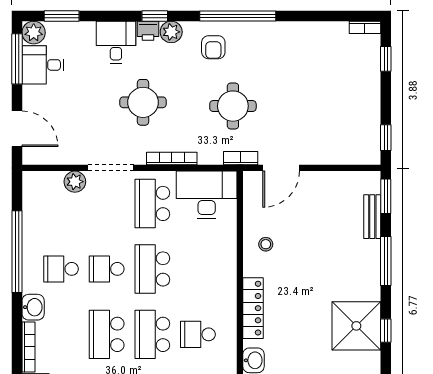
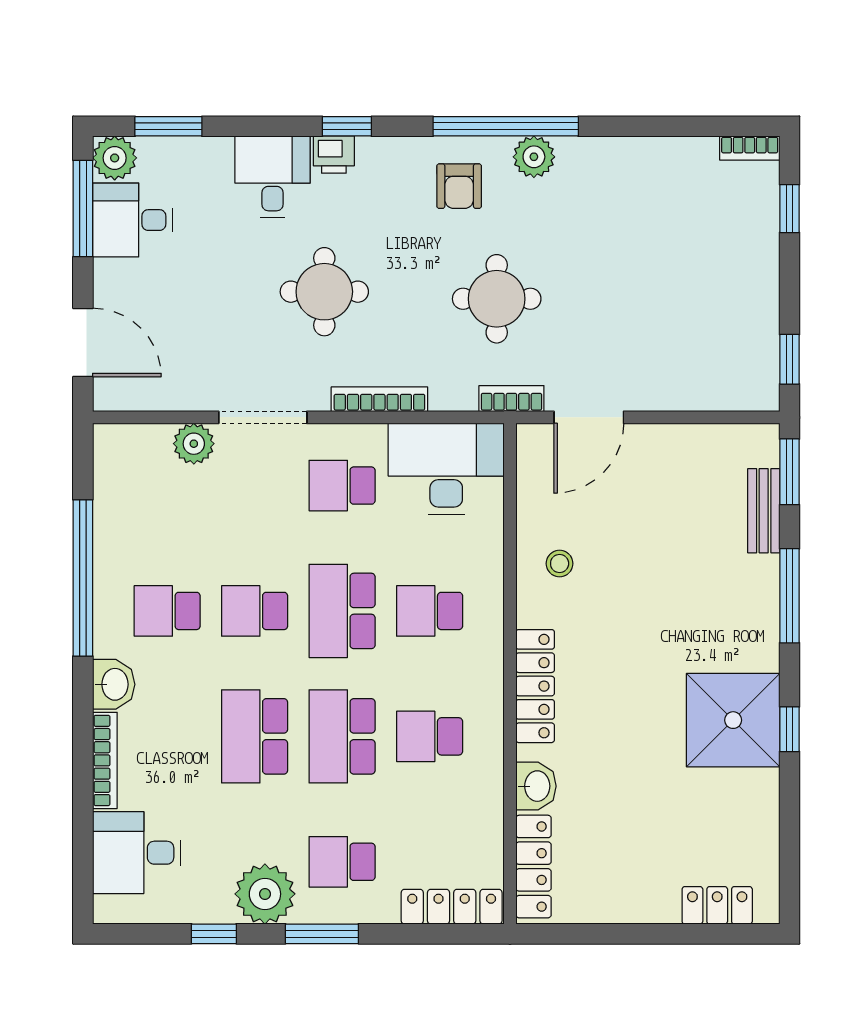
plant: (171, 32) -> (534, 157), moved
school desk: (152, 203) -> (342, 486), width x0.54
school desk: (198, 269) -> (430, 611), added

